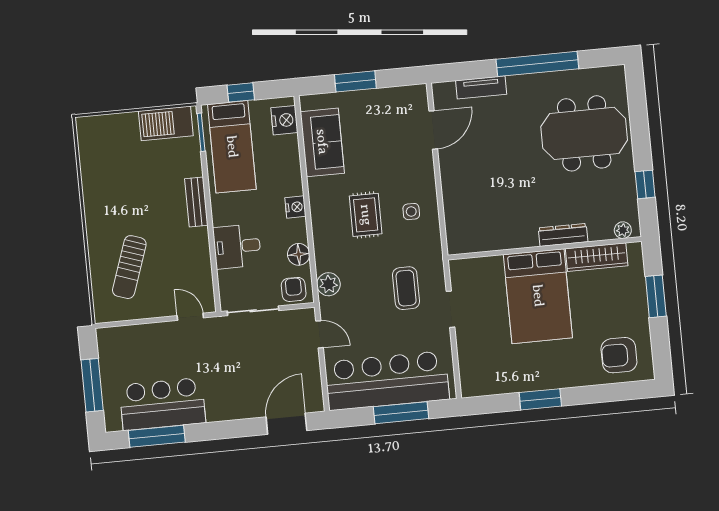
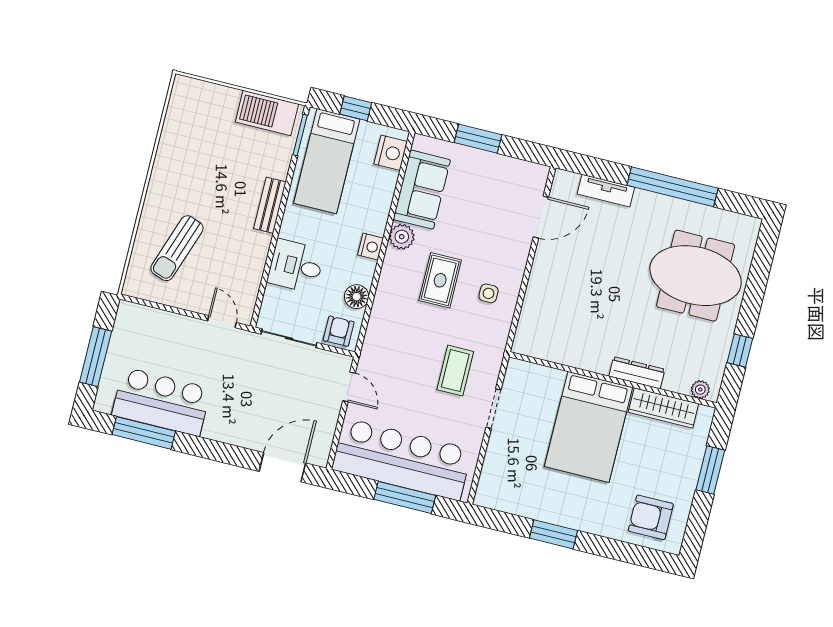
plant: (329, 284) -> (402, 237), moved

